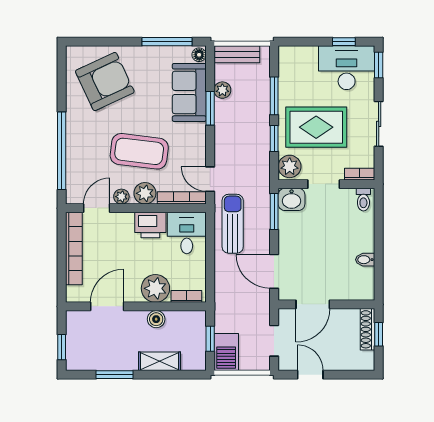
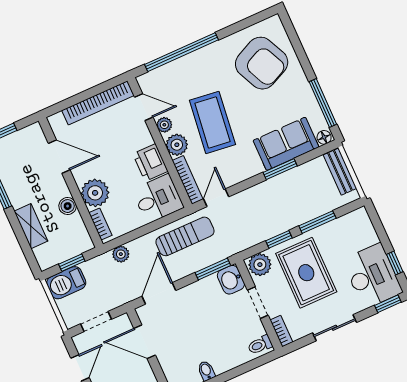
plant: (222, 90) -> (121, 254), moved

